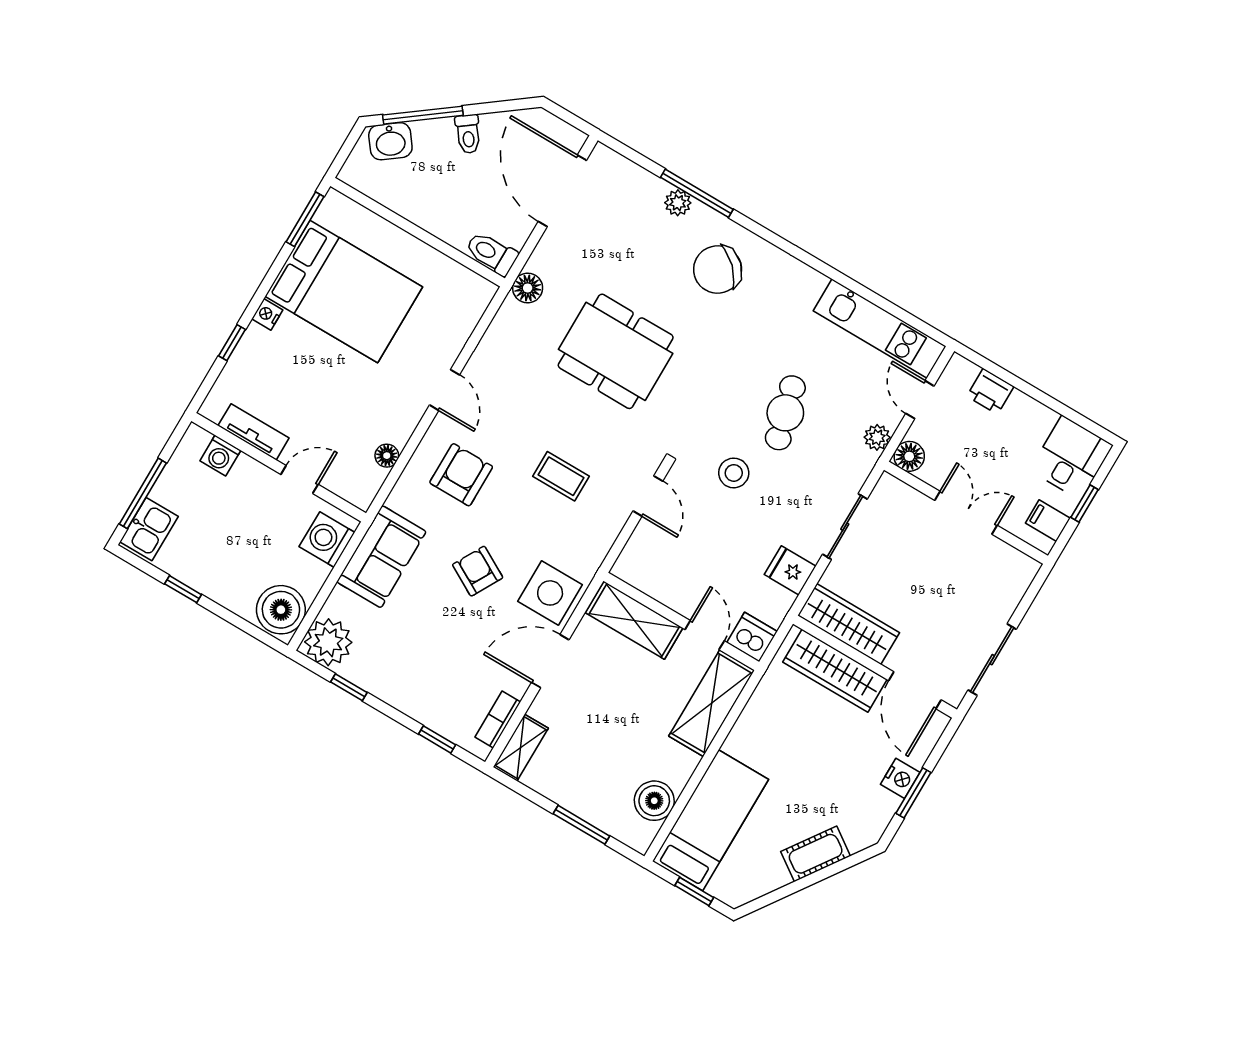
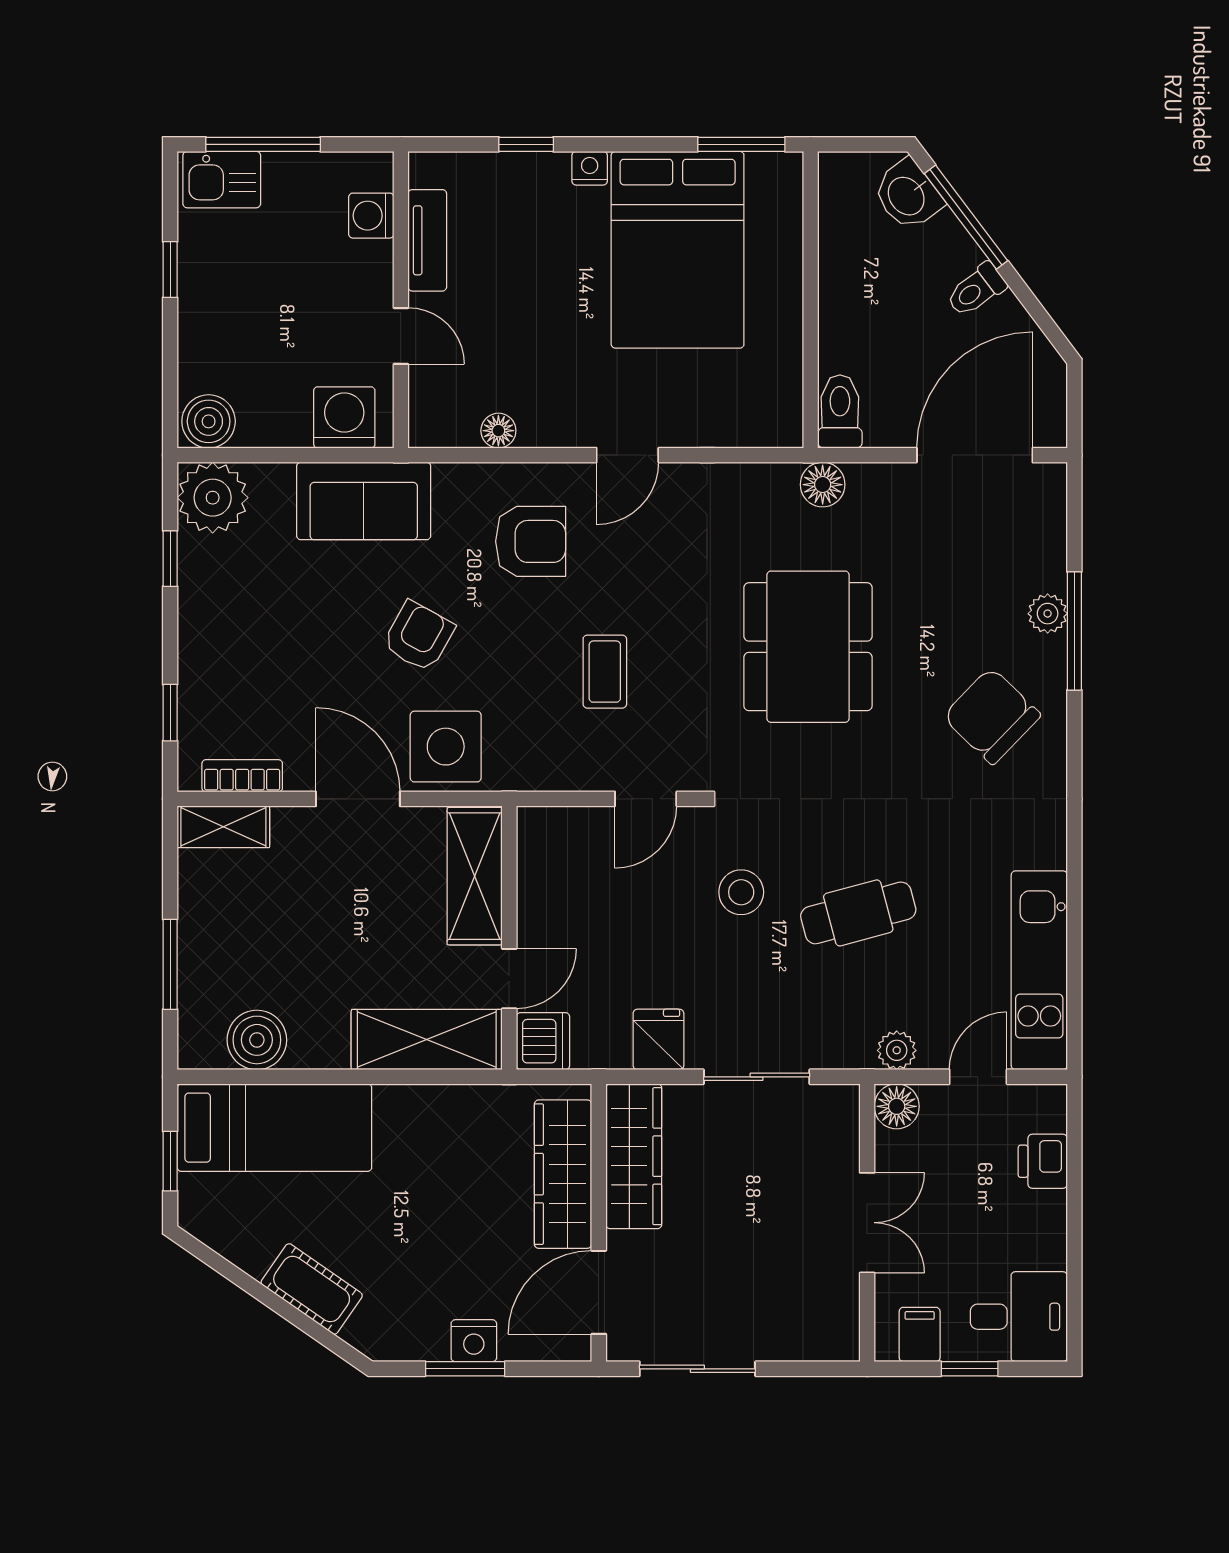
boiler: (281, 610) -> (209, 421), width x0.73, depth x0.73

